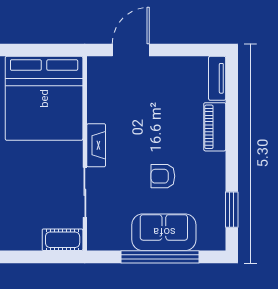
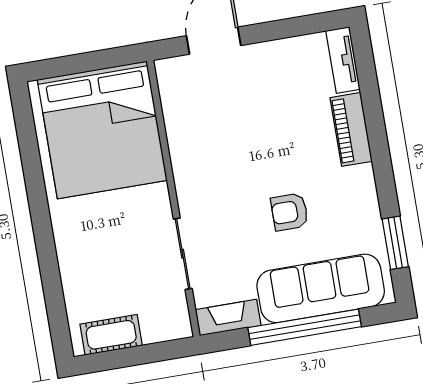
fireplace: (96, 145) -> (228, 318), moved, turned -90
sofa: (164, 232) -> (321, 288), width x1.36
cot: (63, 240) -> (111, 335), moved

